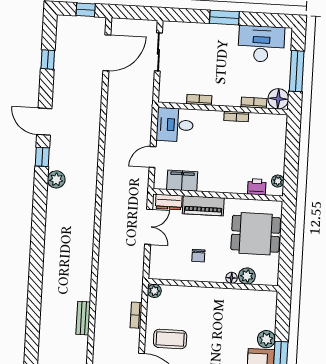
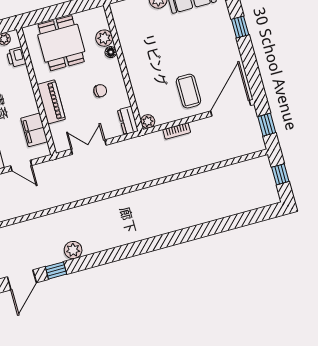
dresser: (169, 202) -> (128, 120), moved, turned 180
bench: (83, 318) -> (196, 180), removed

